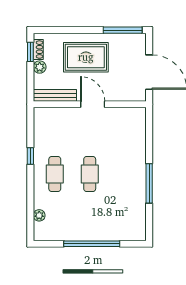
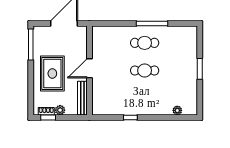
cafe table: (55, 174) -> (145, 43), moved
window: (92, 244) -> (200, 69), width x0.47

